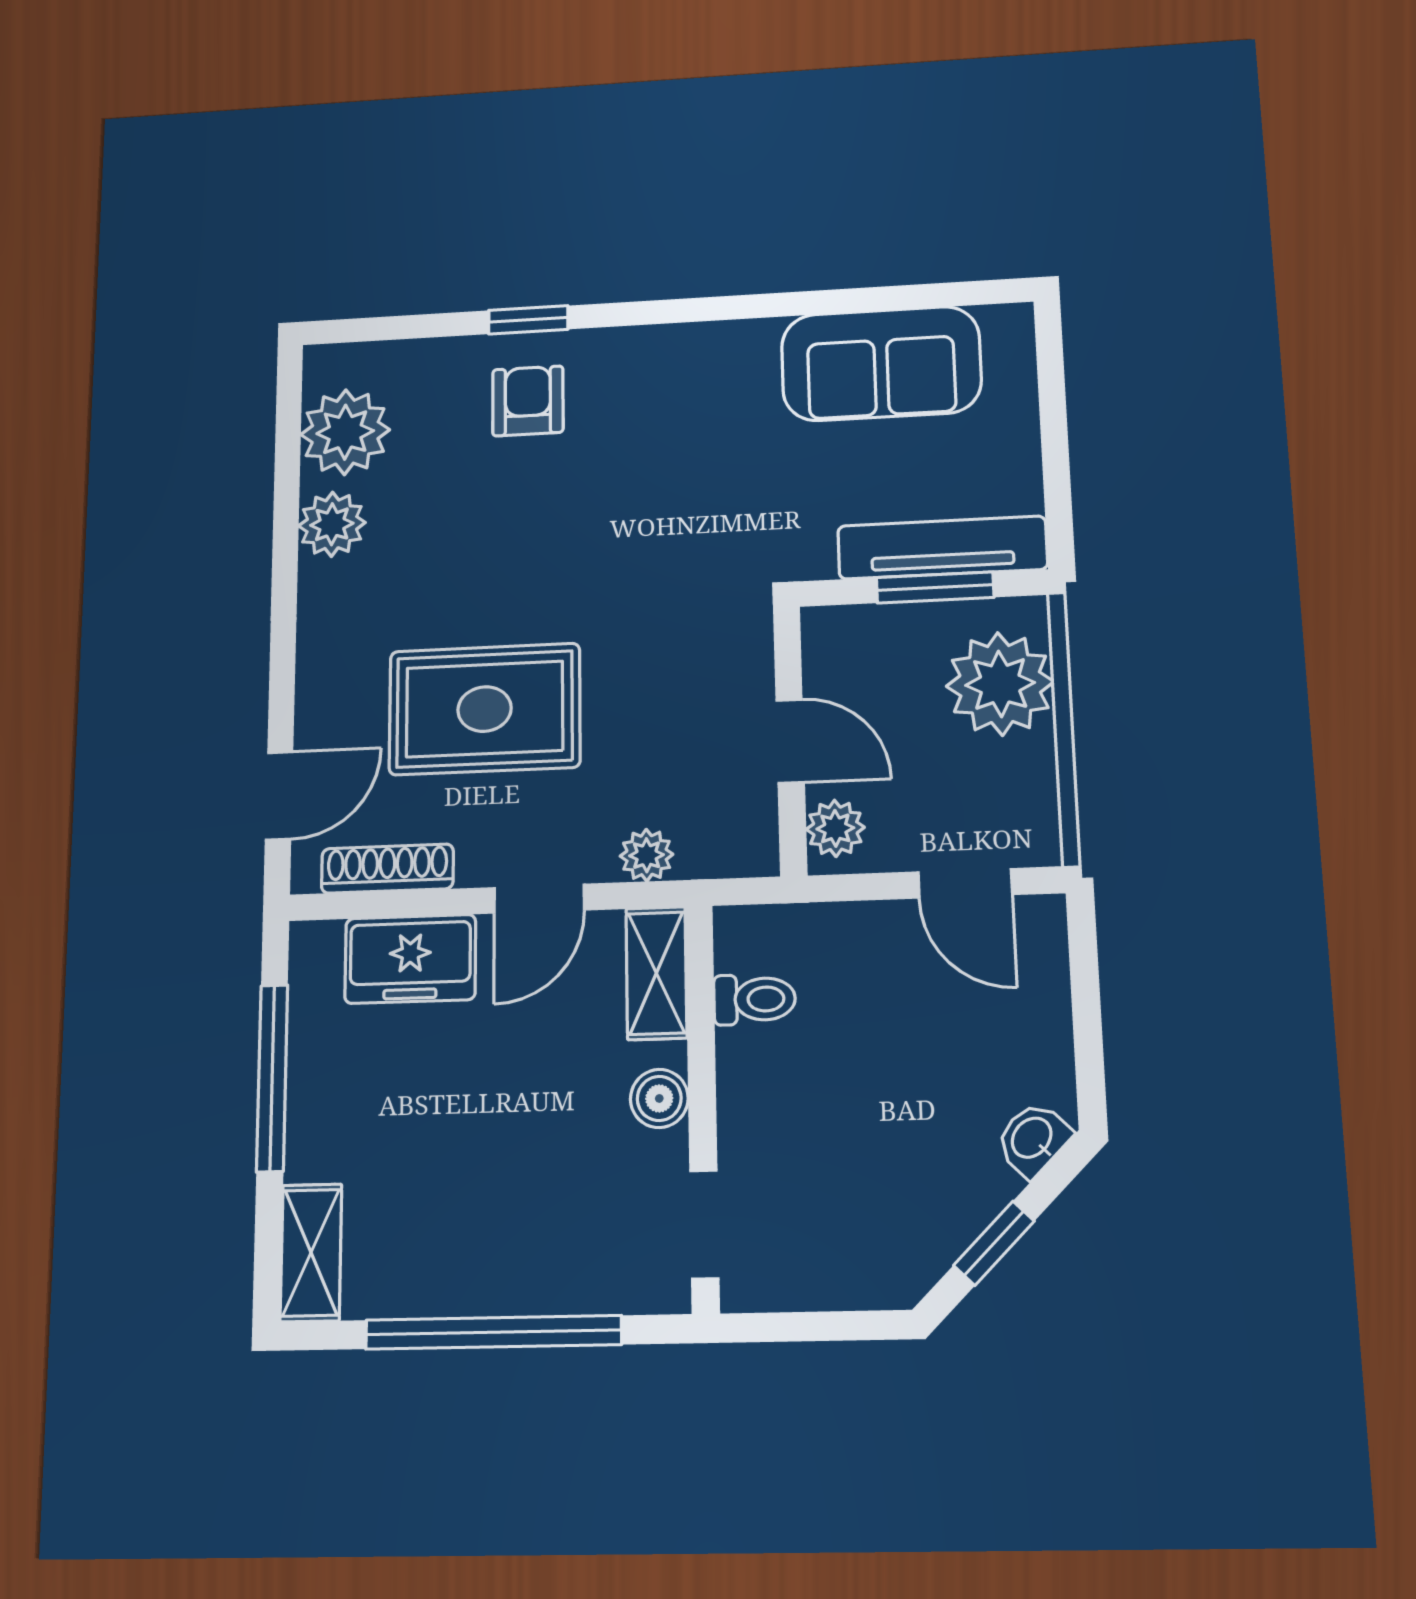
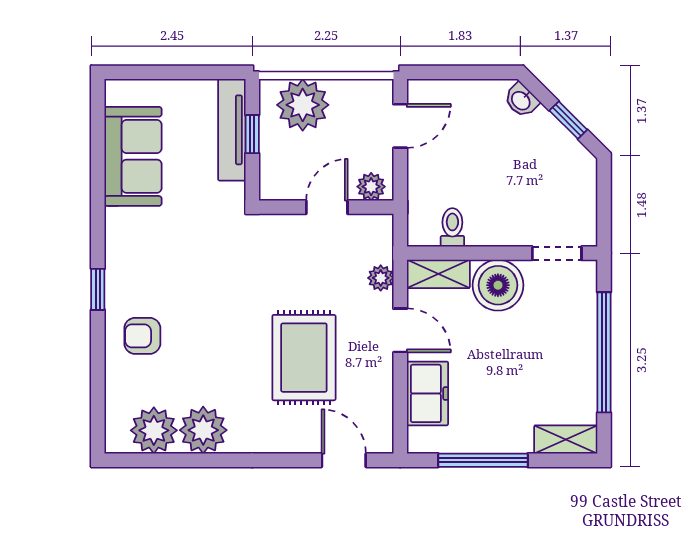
window: (528, 320) -> (98, 289), moved
plant: (332, 524) -> (203, 430), width x1.36, depth x1.36
window: (935, 587) -> (252, 134), width x0.67
shoe rack: (387, 869) -> (383, 405), removed
boiler: (659, 1098) -> (498, 285), width x1.86, depth x1.86

